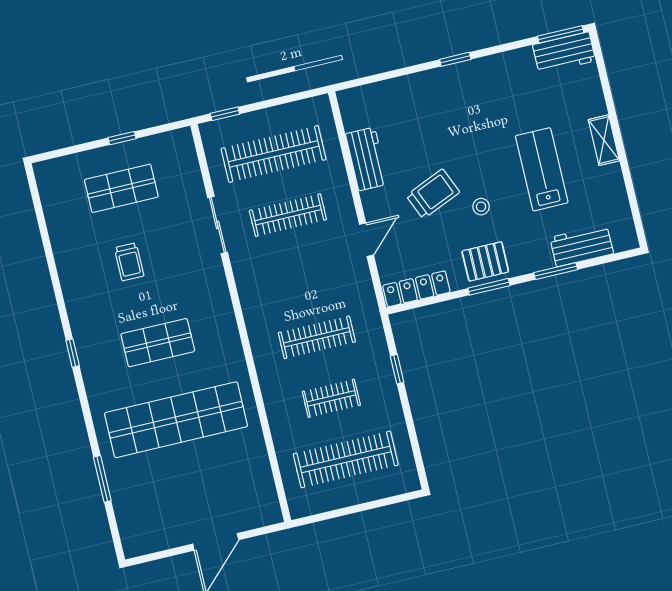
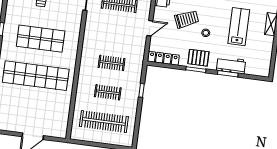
workbench: (582, 246) -> (231, 65), moved
clothes rail: (317, 337) -> (112, 63), width x0.73
shop shelf: (158, 343) -> (41, 39), width x1.43, depth x1.36

